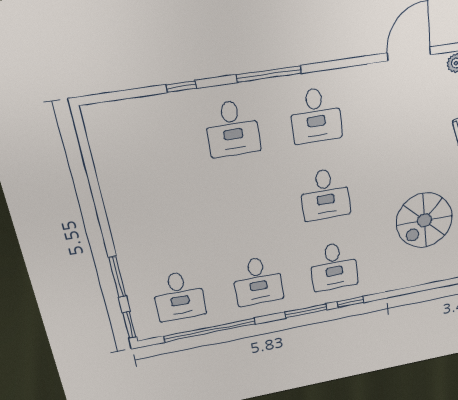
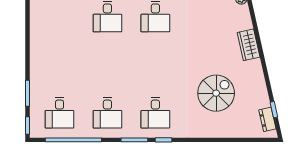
desk: (325, 194) -> (155, 65), removed
spiral stairs: (424, 220) -> (216, 93), turned 180

